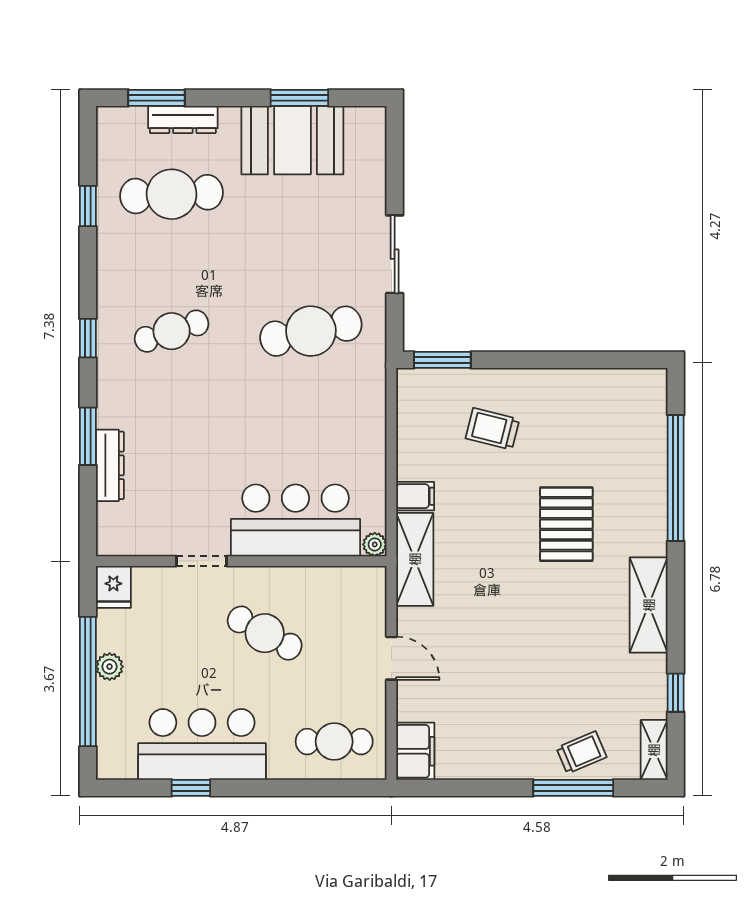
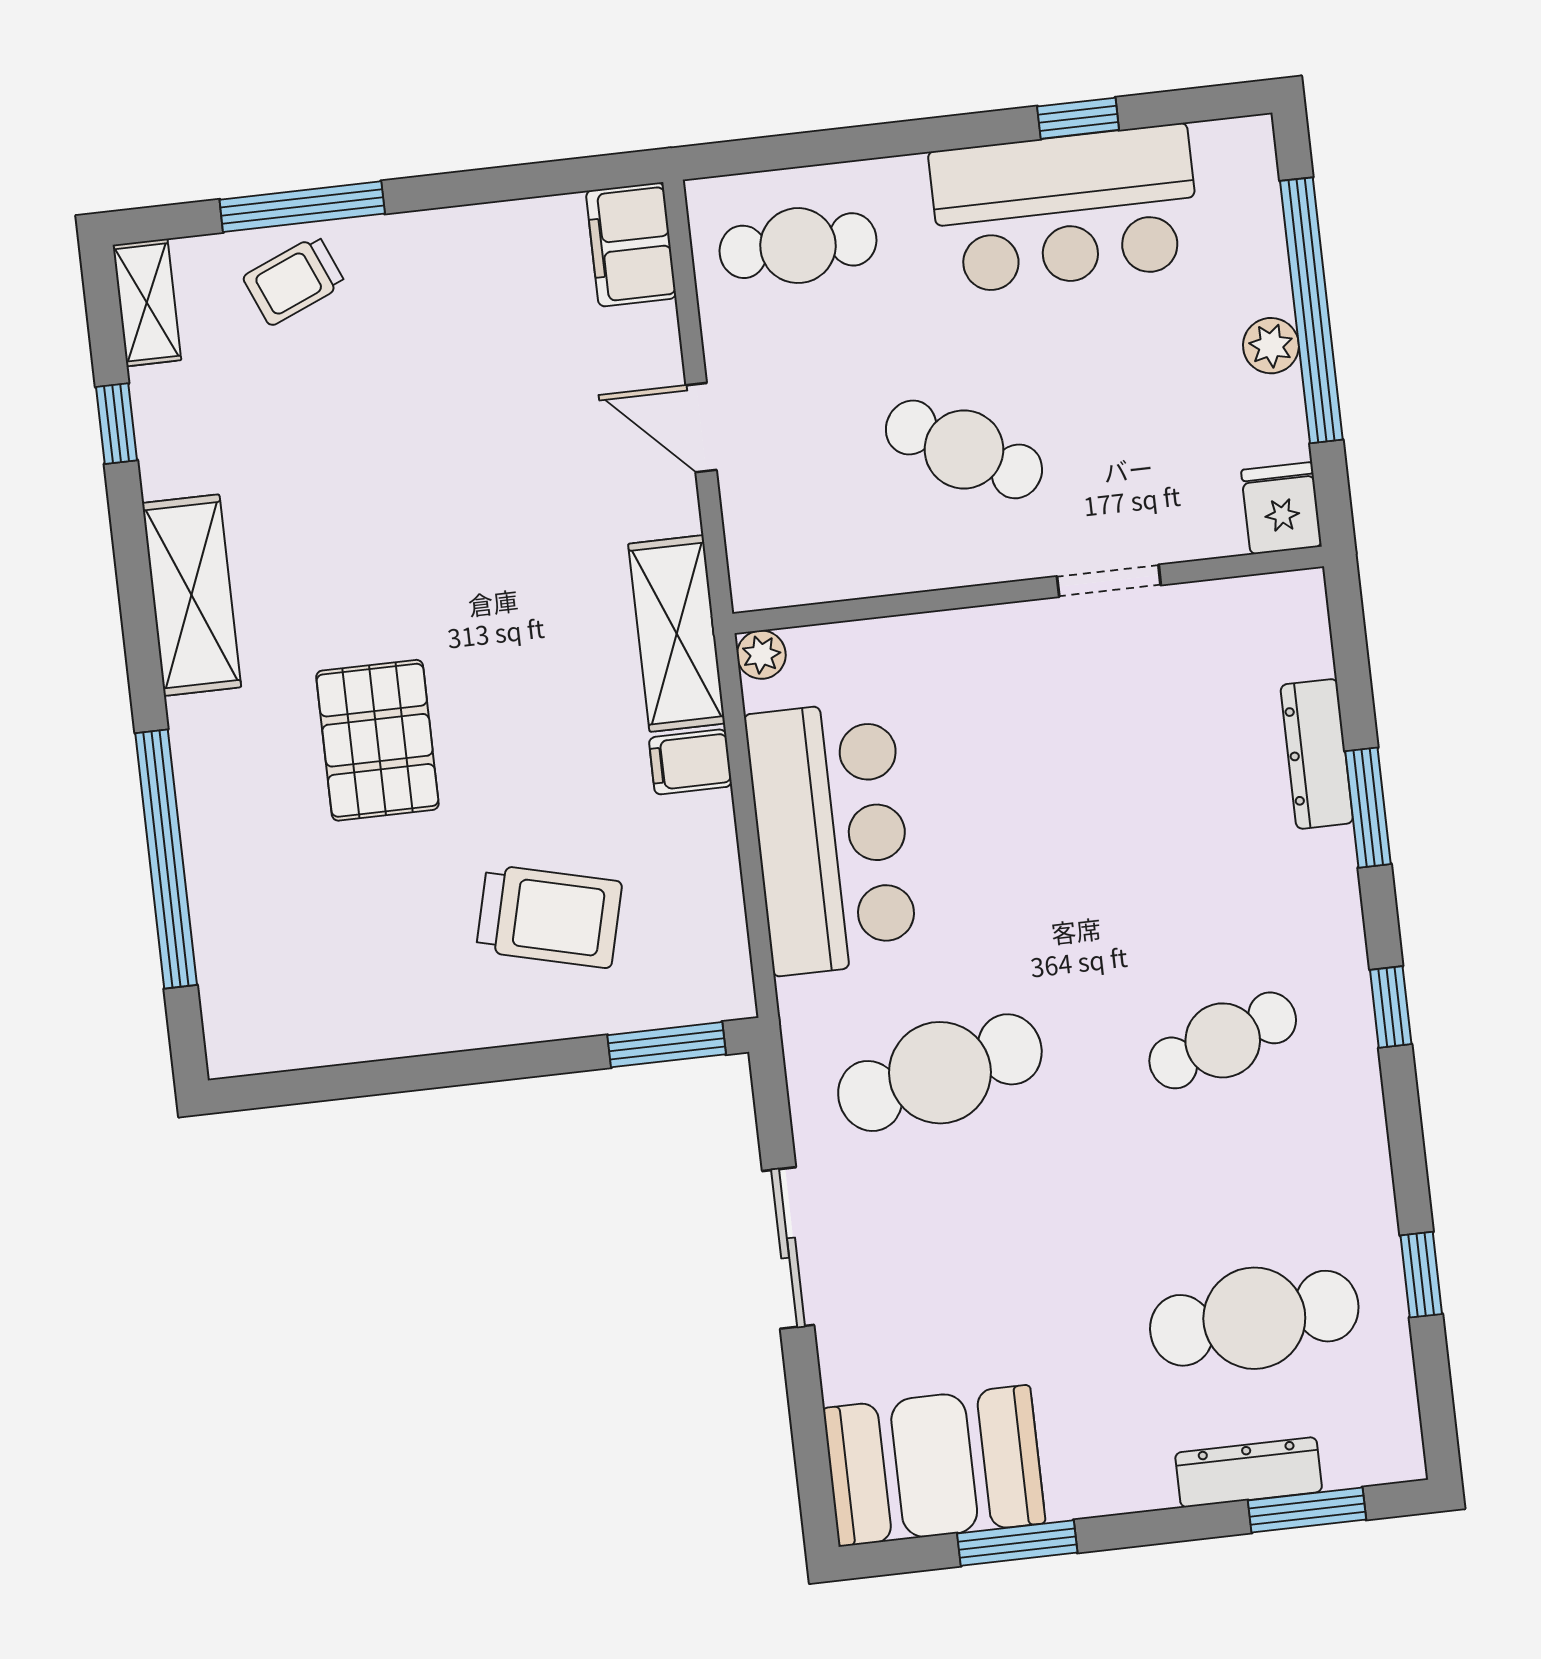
booth: (292, 140) -> (934, 1466), moved
trolley: (492, 429) -> (549, 916), width x1.36, depth x1.39
bar counter: (295, 520) -> (832, 838), moved, turned -90

